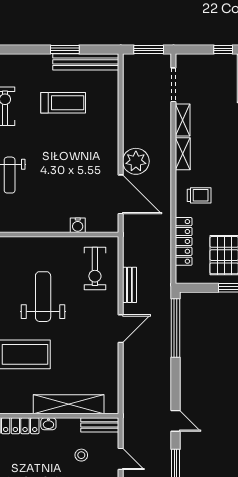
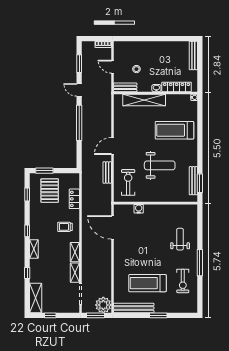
window: (65, 49) -> (158, 315), moved
treadmill: (63, 103) -> (147, 283), width x1.37, depth x1.37
plant: (136, 161) -> (103, 305), moved
locker: (184, 241) -> (74, 199), width x0.66
weight bench: (43, 297) -> (160, 165), turned -90
window: (176, 328) -> (79, 123), moved

